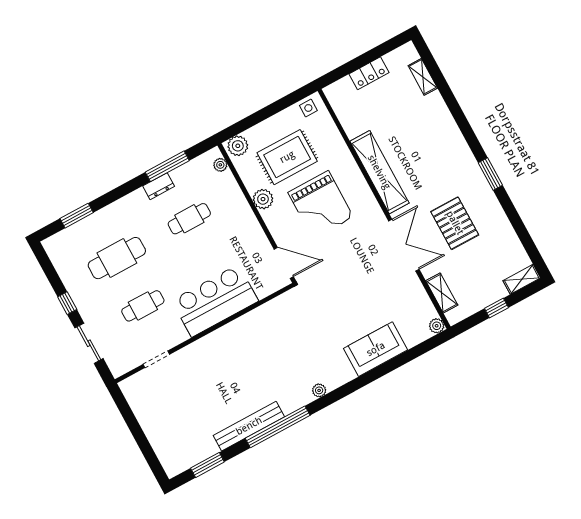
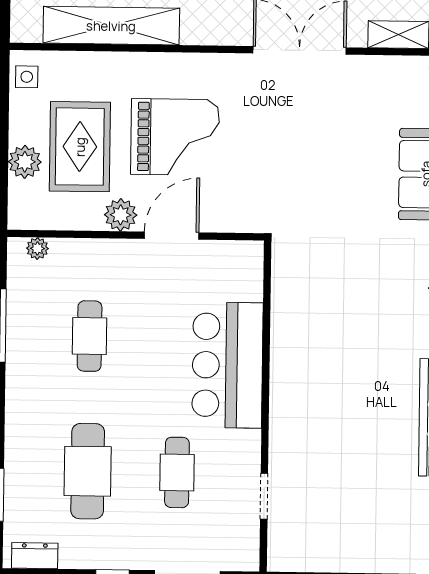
plant: (238, 146) -> (25, 162), moved
shelving: (379, 172) -> (111, 26), moved
dresser: (159, 186) -> (35, 556), moved, turned -90
door: (284, 263) -> (172, 236), moved

